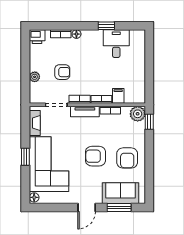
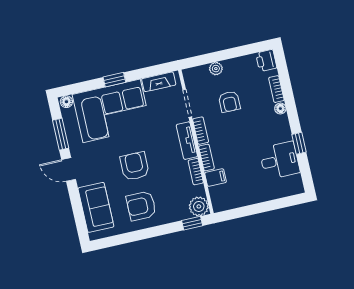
window: (119, 207) -> (61, 134), moved

